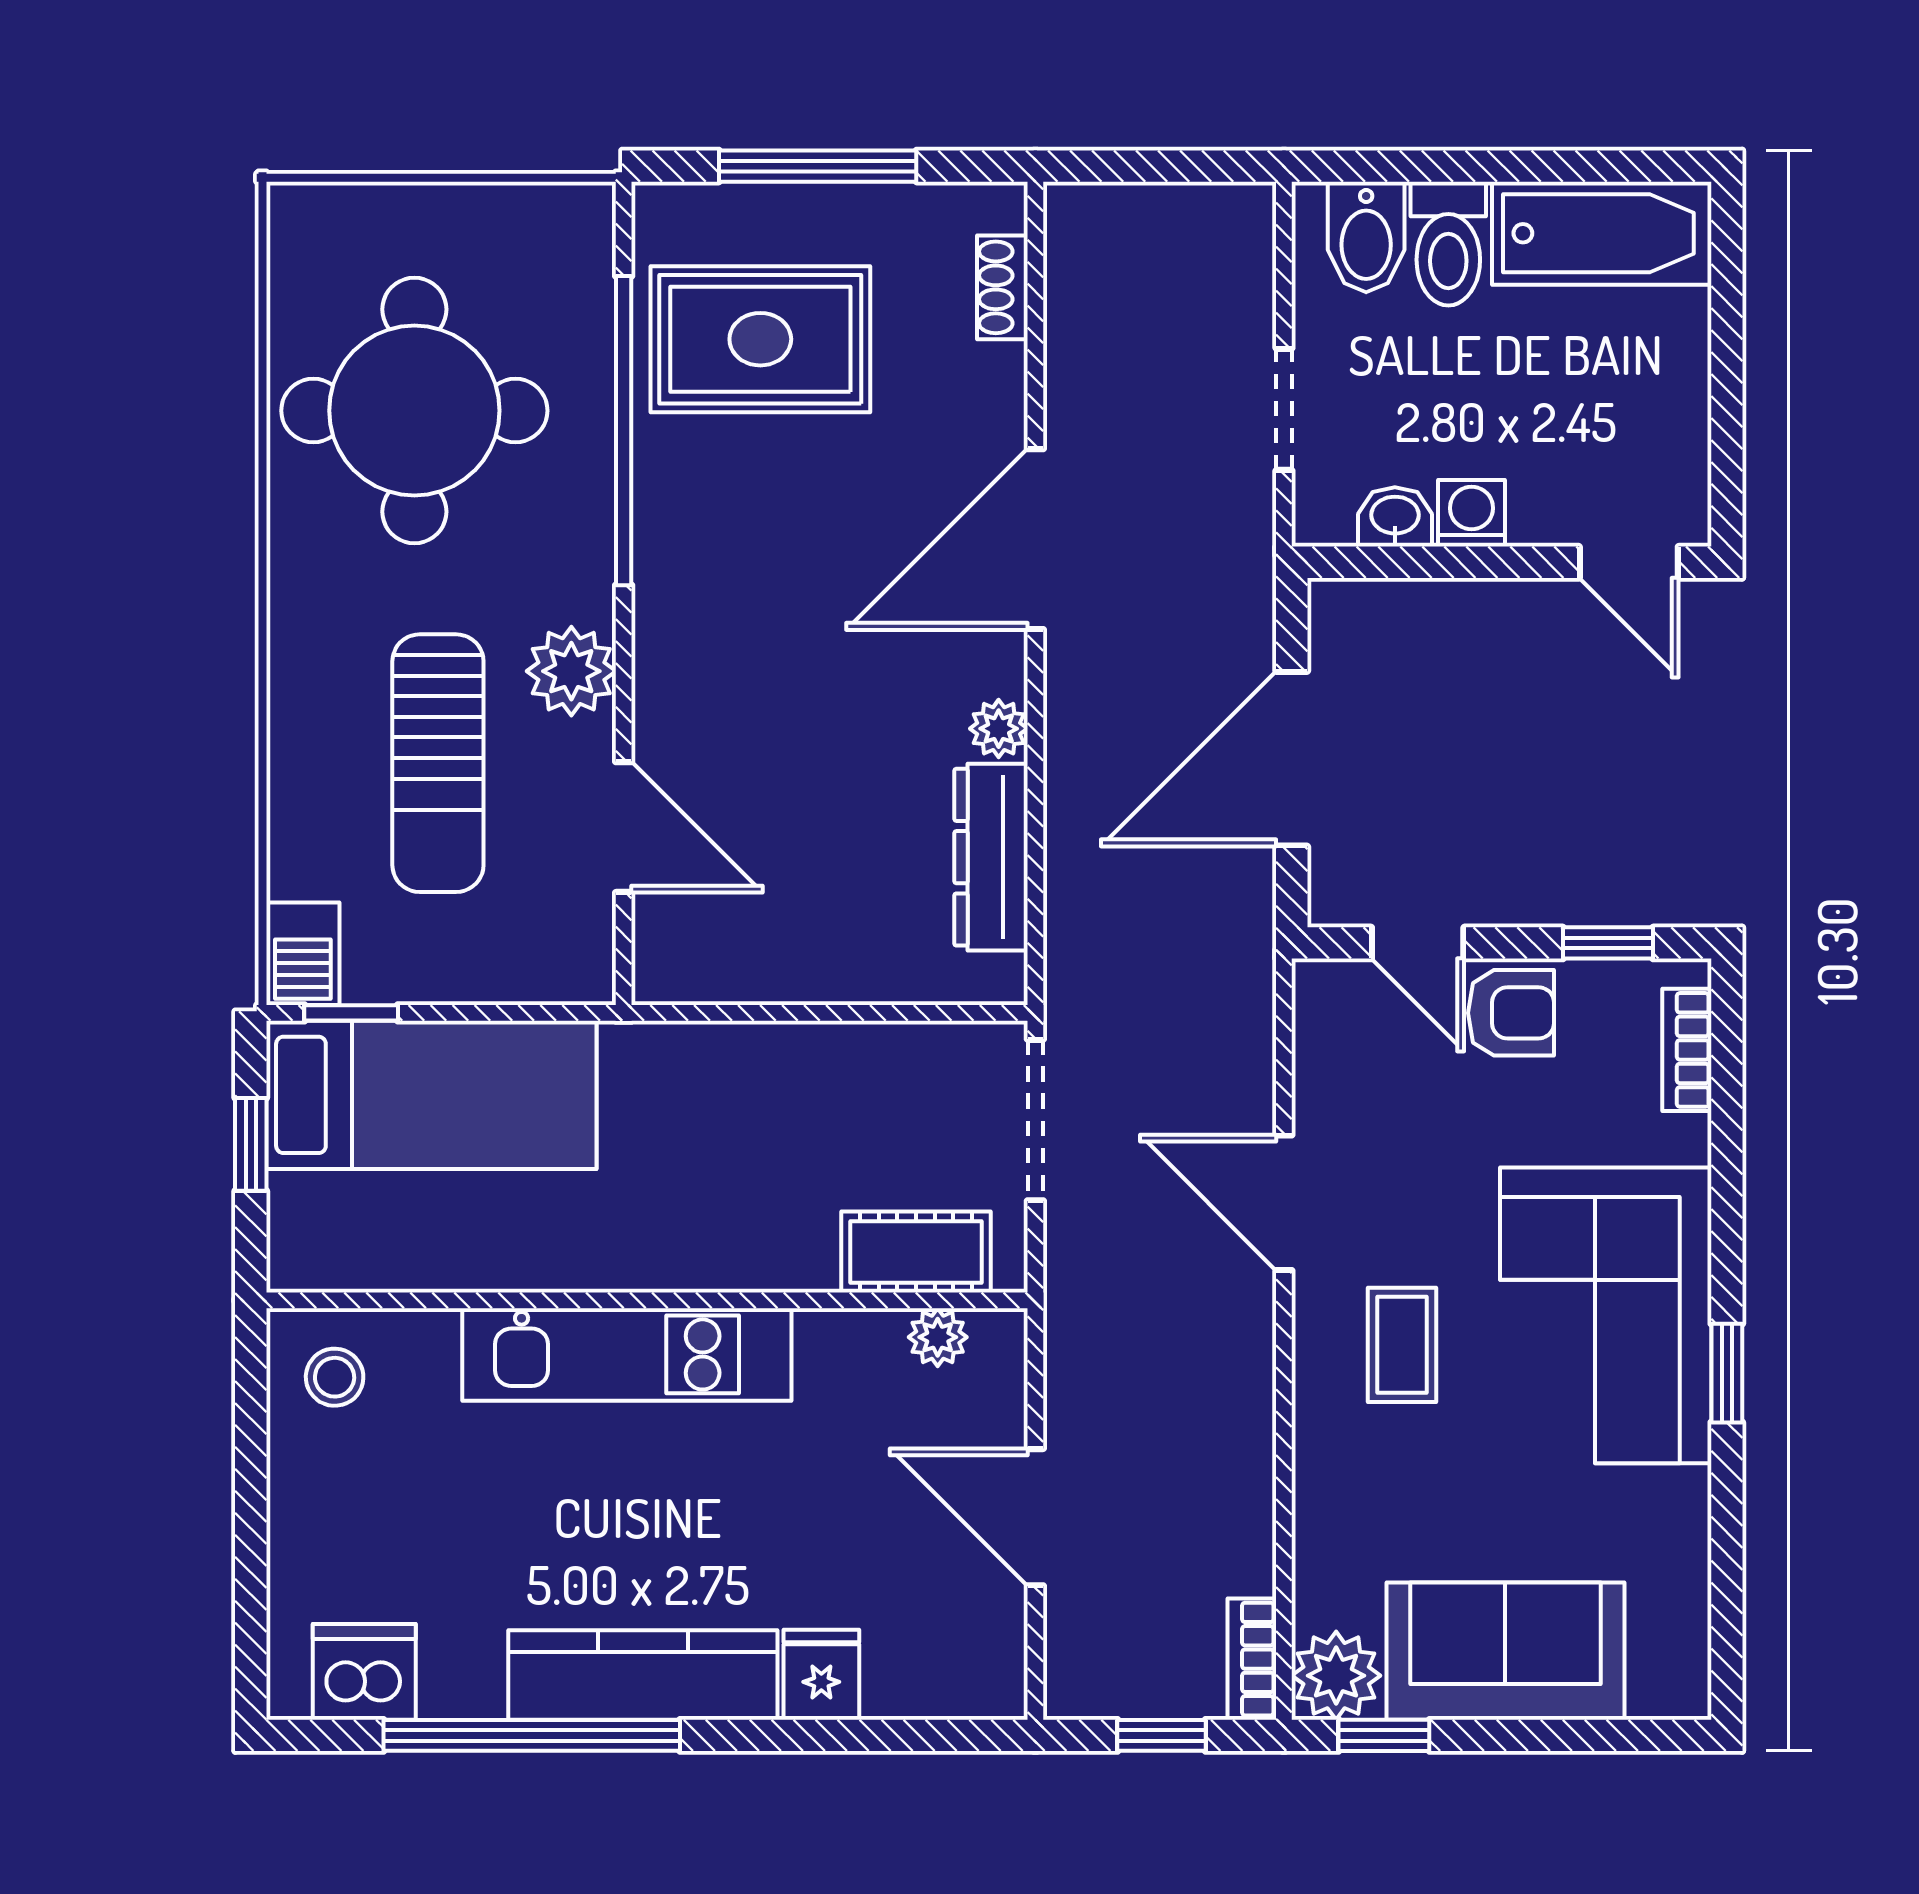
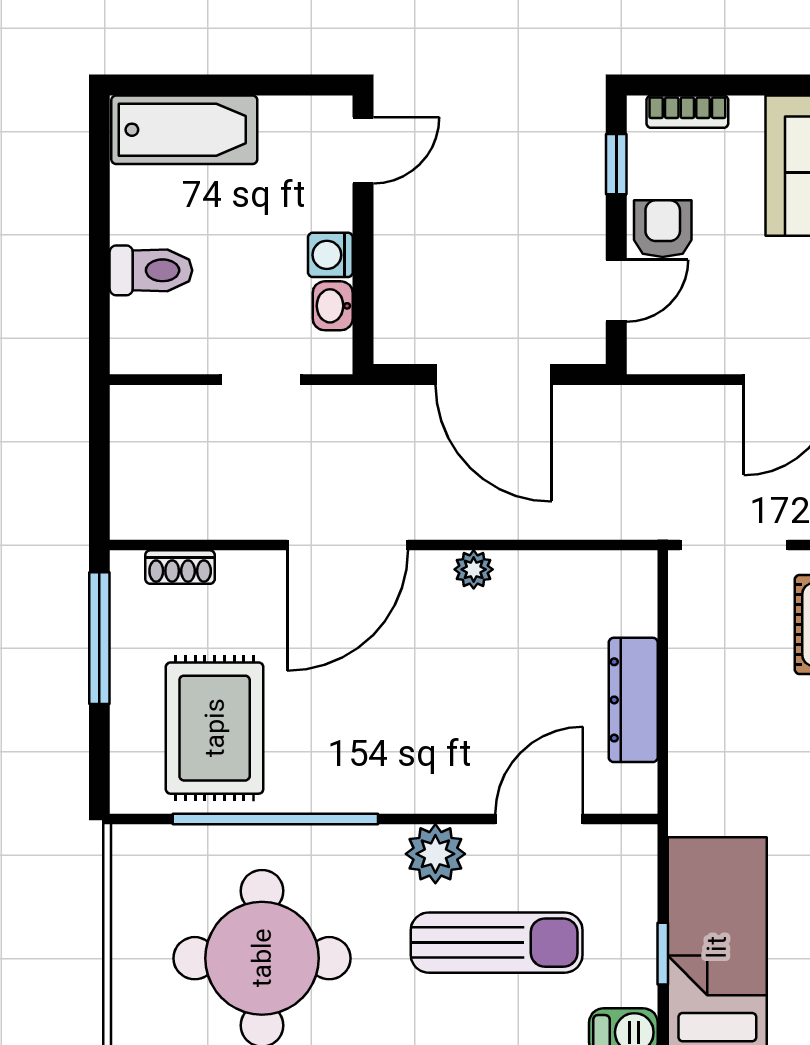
window: (818, 166) -> (99, 638), moved
bathtub: (1602, 233) -> (184, 130), moved, turned 90
bidet: (1366, 237) -> (147, 325), removed
door: (1035, 539) -> (348, 545), hinge flipped
dresser: (991, 857) -> (633, 700), moved, turned 90
window: (351, 1013) -> (663, 954), moved

